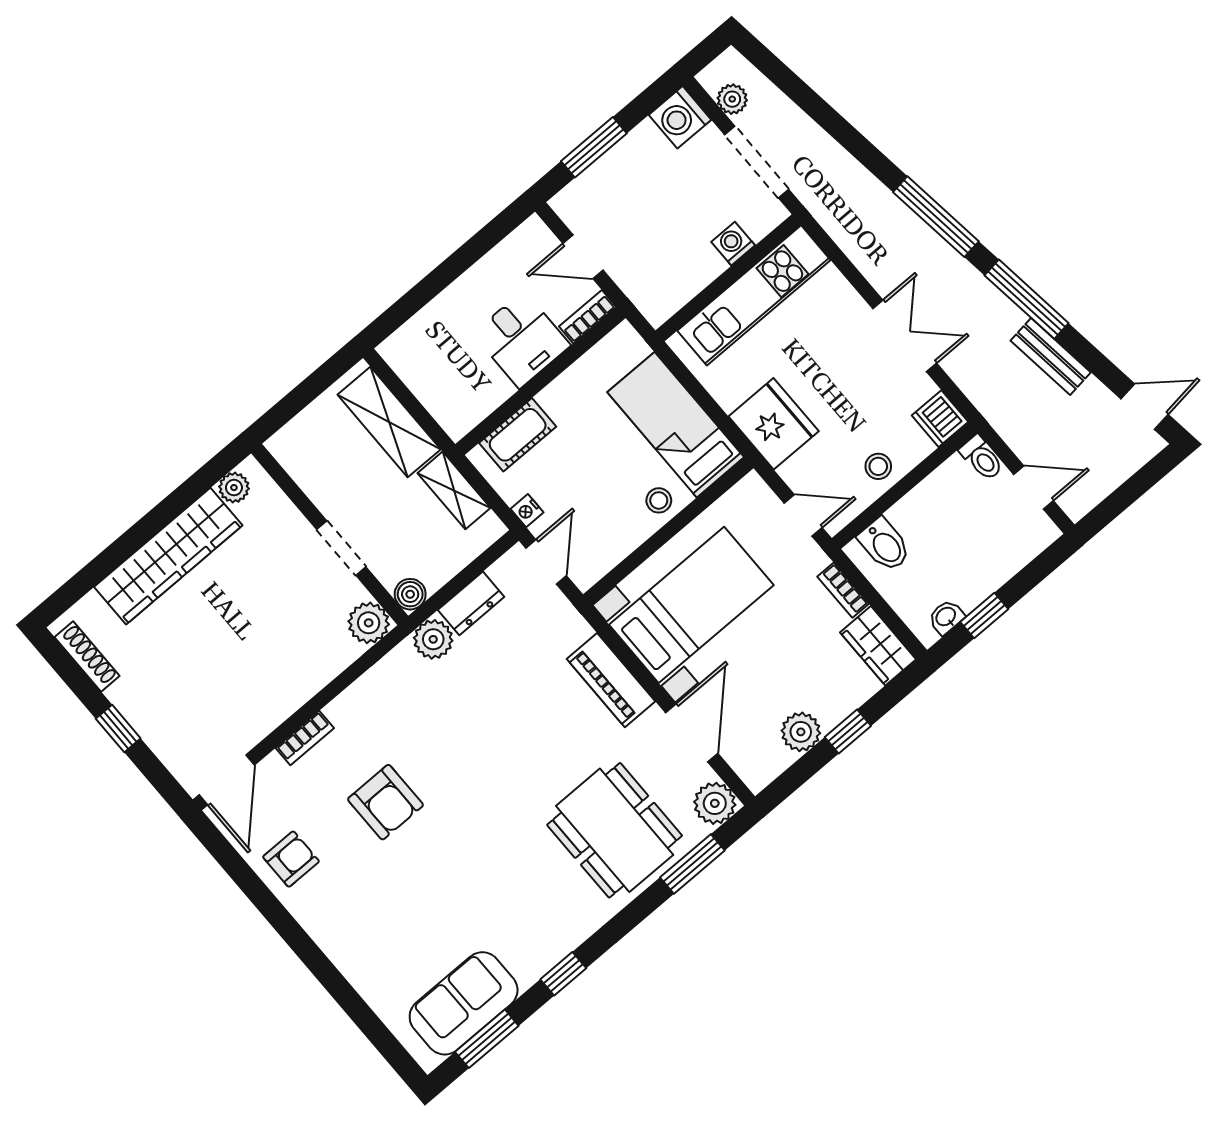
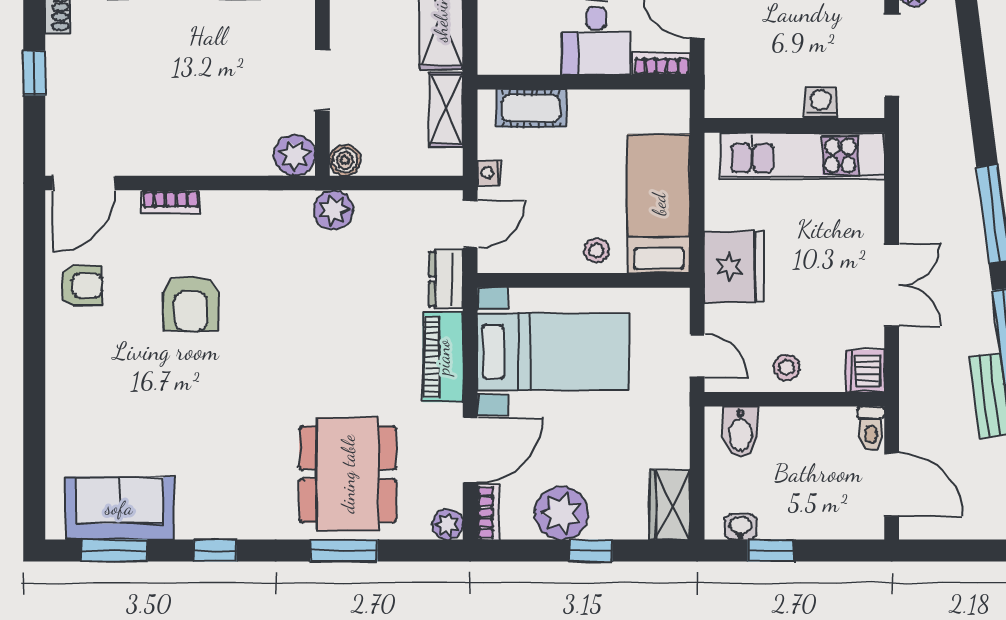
door: (1034, 487) -> (892, 485), width x1.38
bookcase: (843, 590) -> (488, 512), moved, turned 180
dresser: (471, 603) -> (446, 279), moved, turned 90
plant: (801, 732) -> (562, 513), width x1.36, depth x1.36
plant: (715, 803) -> (448, 524), width x0.73, depth x0.73
window: (692, 864) -> (344, 551), moved

